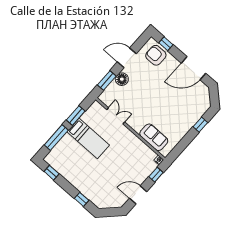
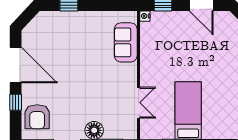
window: (166, 44) -> (16, 102), moved
double door: (116, 116) -> (139, 103), swing flipped

